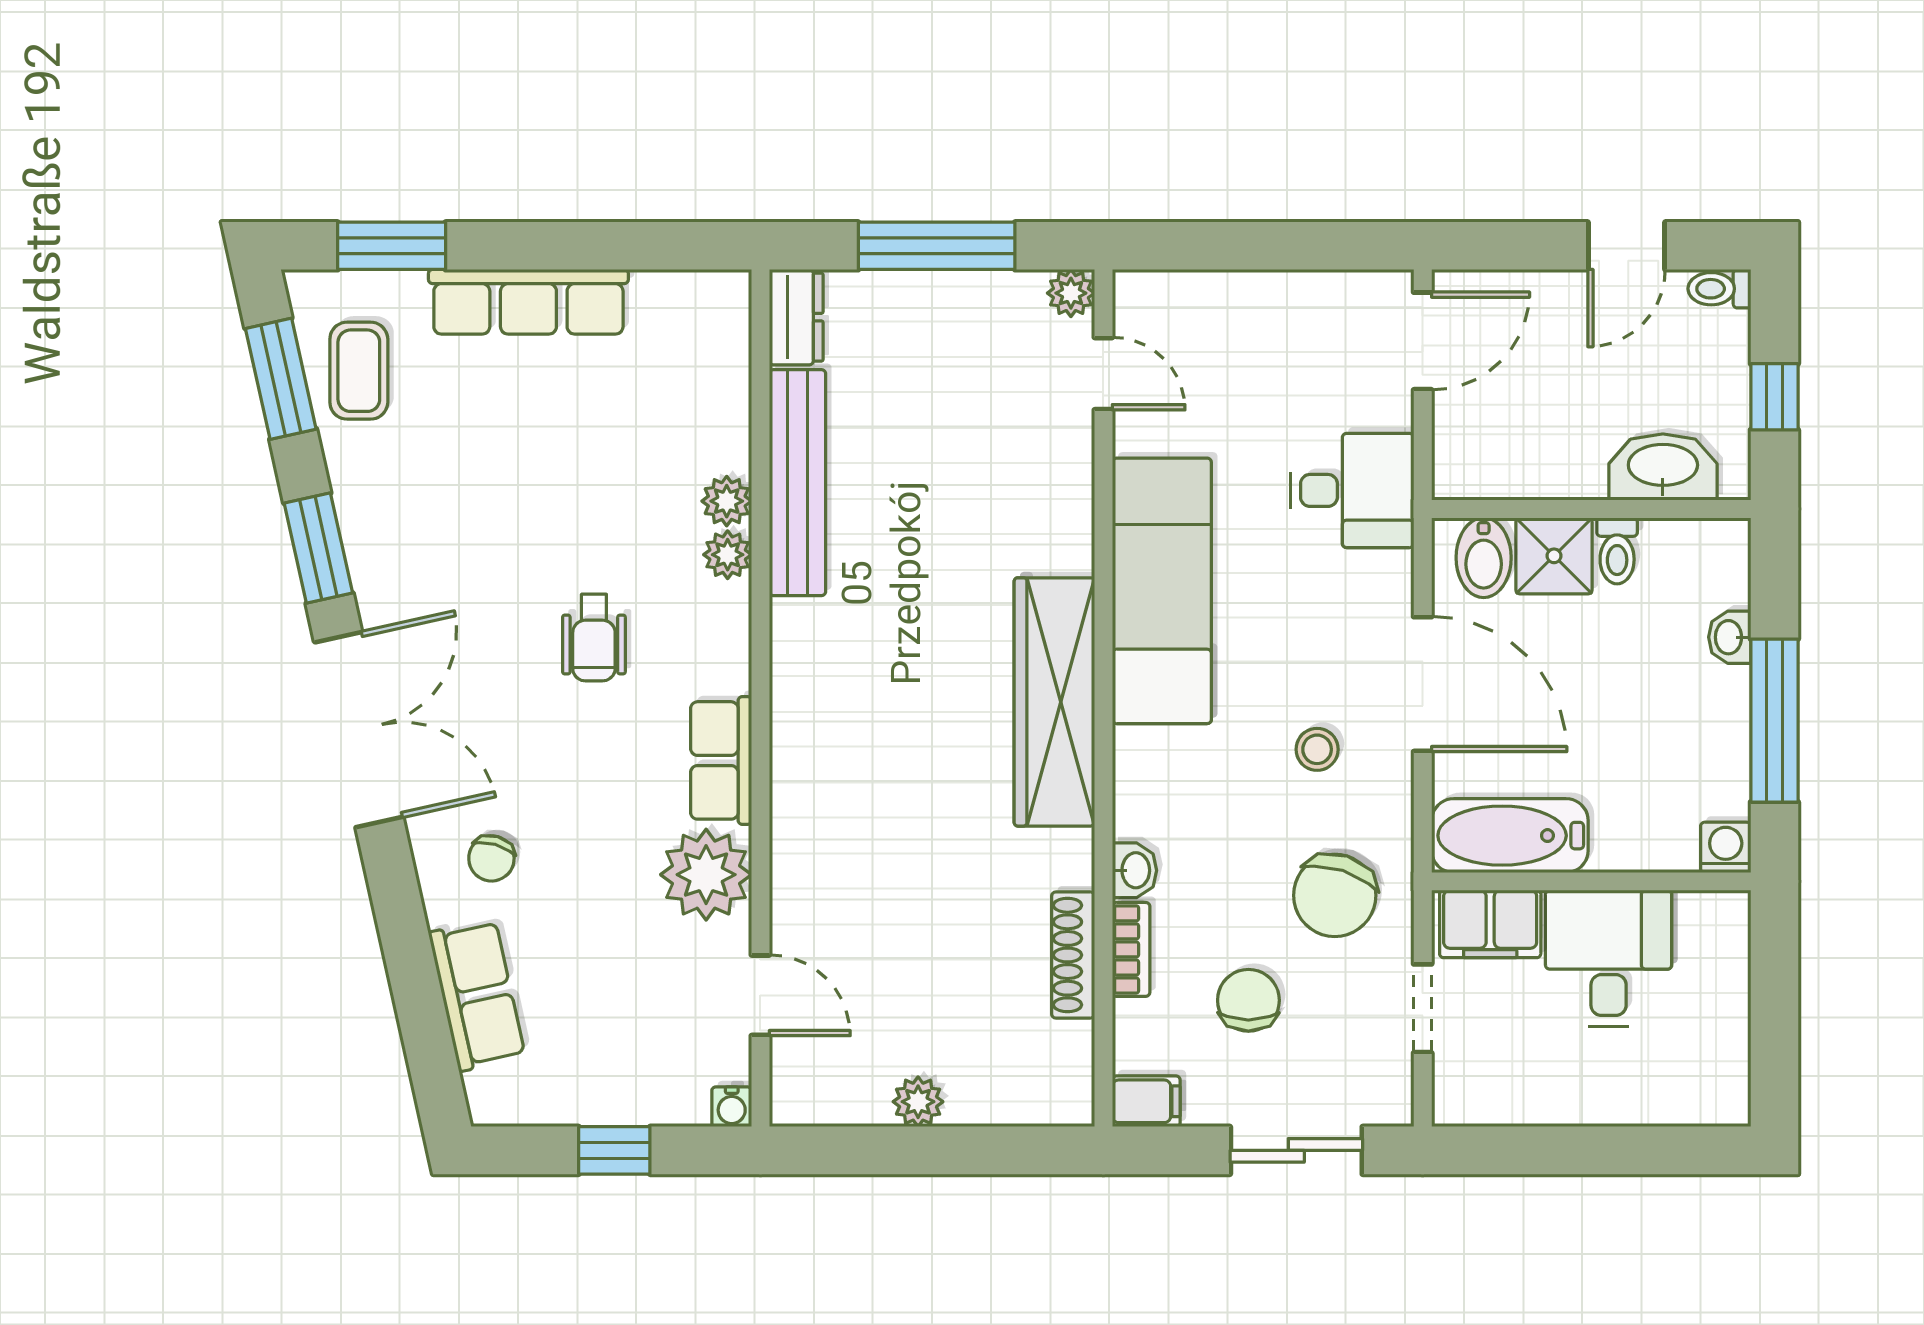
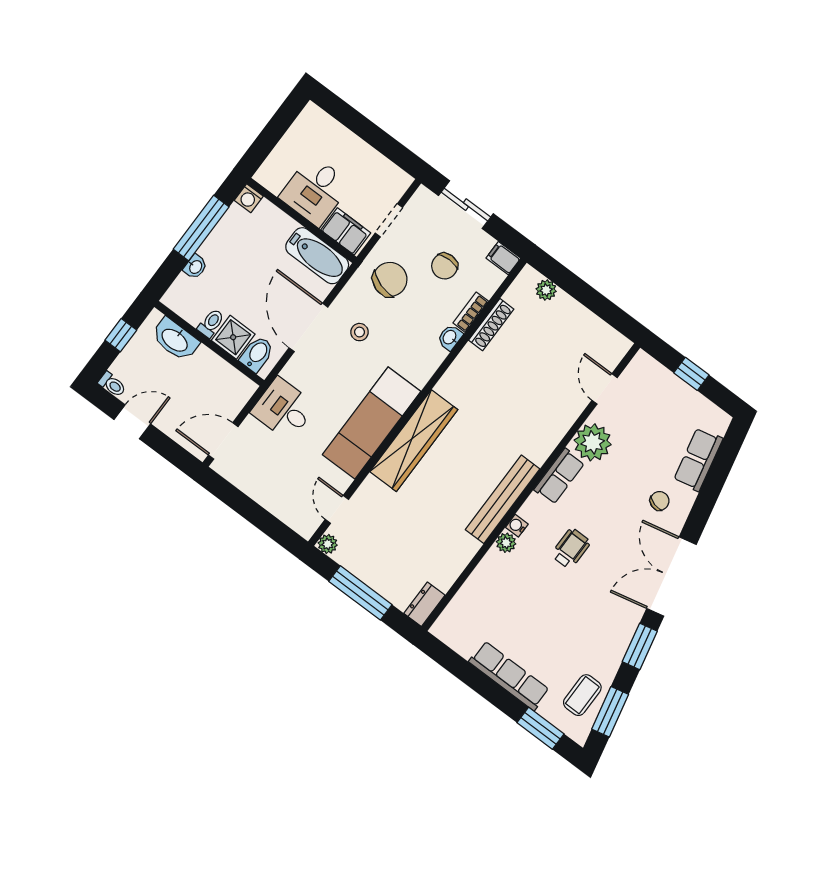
bench: (797, 483) -> (503, 499), moved
plant: (727, 501) -> (493, 561), removed
wardrobe: (1054, 702) -> (414, 441), moved
plant: (918, 1102) -> (546, 290), moved
water cooler: (732, 1107) -> (517, 526), moved, turned -90

